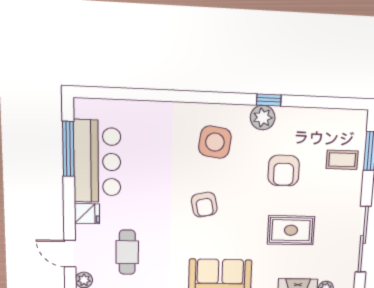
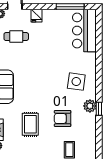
bar counter: (97, 162) -> (84, 31), moved, turned 90
armchair: (204, 205) -> (43, 77), removed

